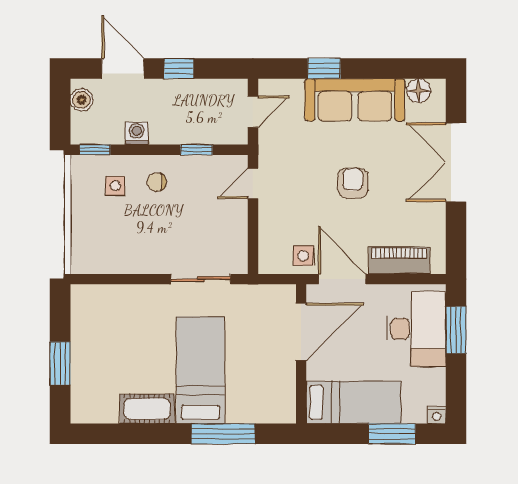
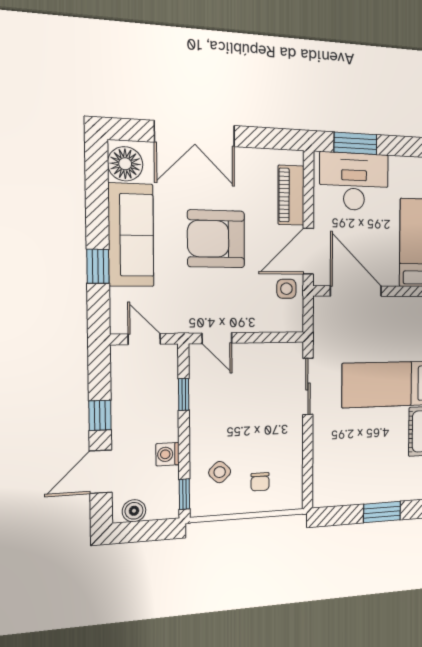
floor lamp: (419, 91) -> (125, 164), width x1.38, depth x1.38
chair: (157, 182) -> (260, 482), moved
armchair: (353, 183) -> (216, 239), width x1.88, depth x1.88
side table: (115, 186) -> (220, 472), turned 45

